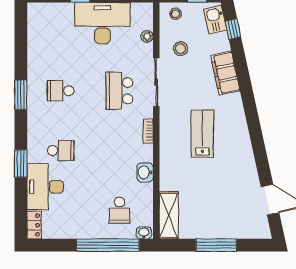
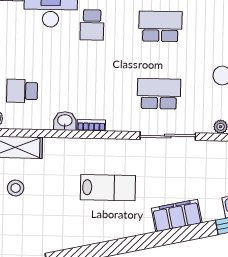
stool: (180, 49) -> (16, 188), moved
school desk: (61, 91) -> (160, 26), width x1.85
bookcase: (148, 131) -> (91, 125), moved

